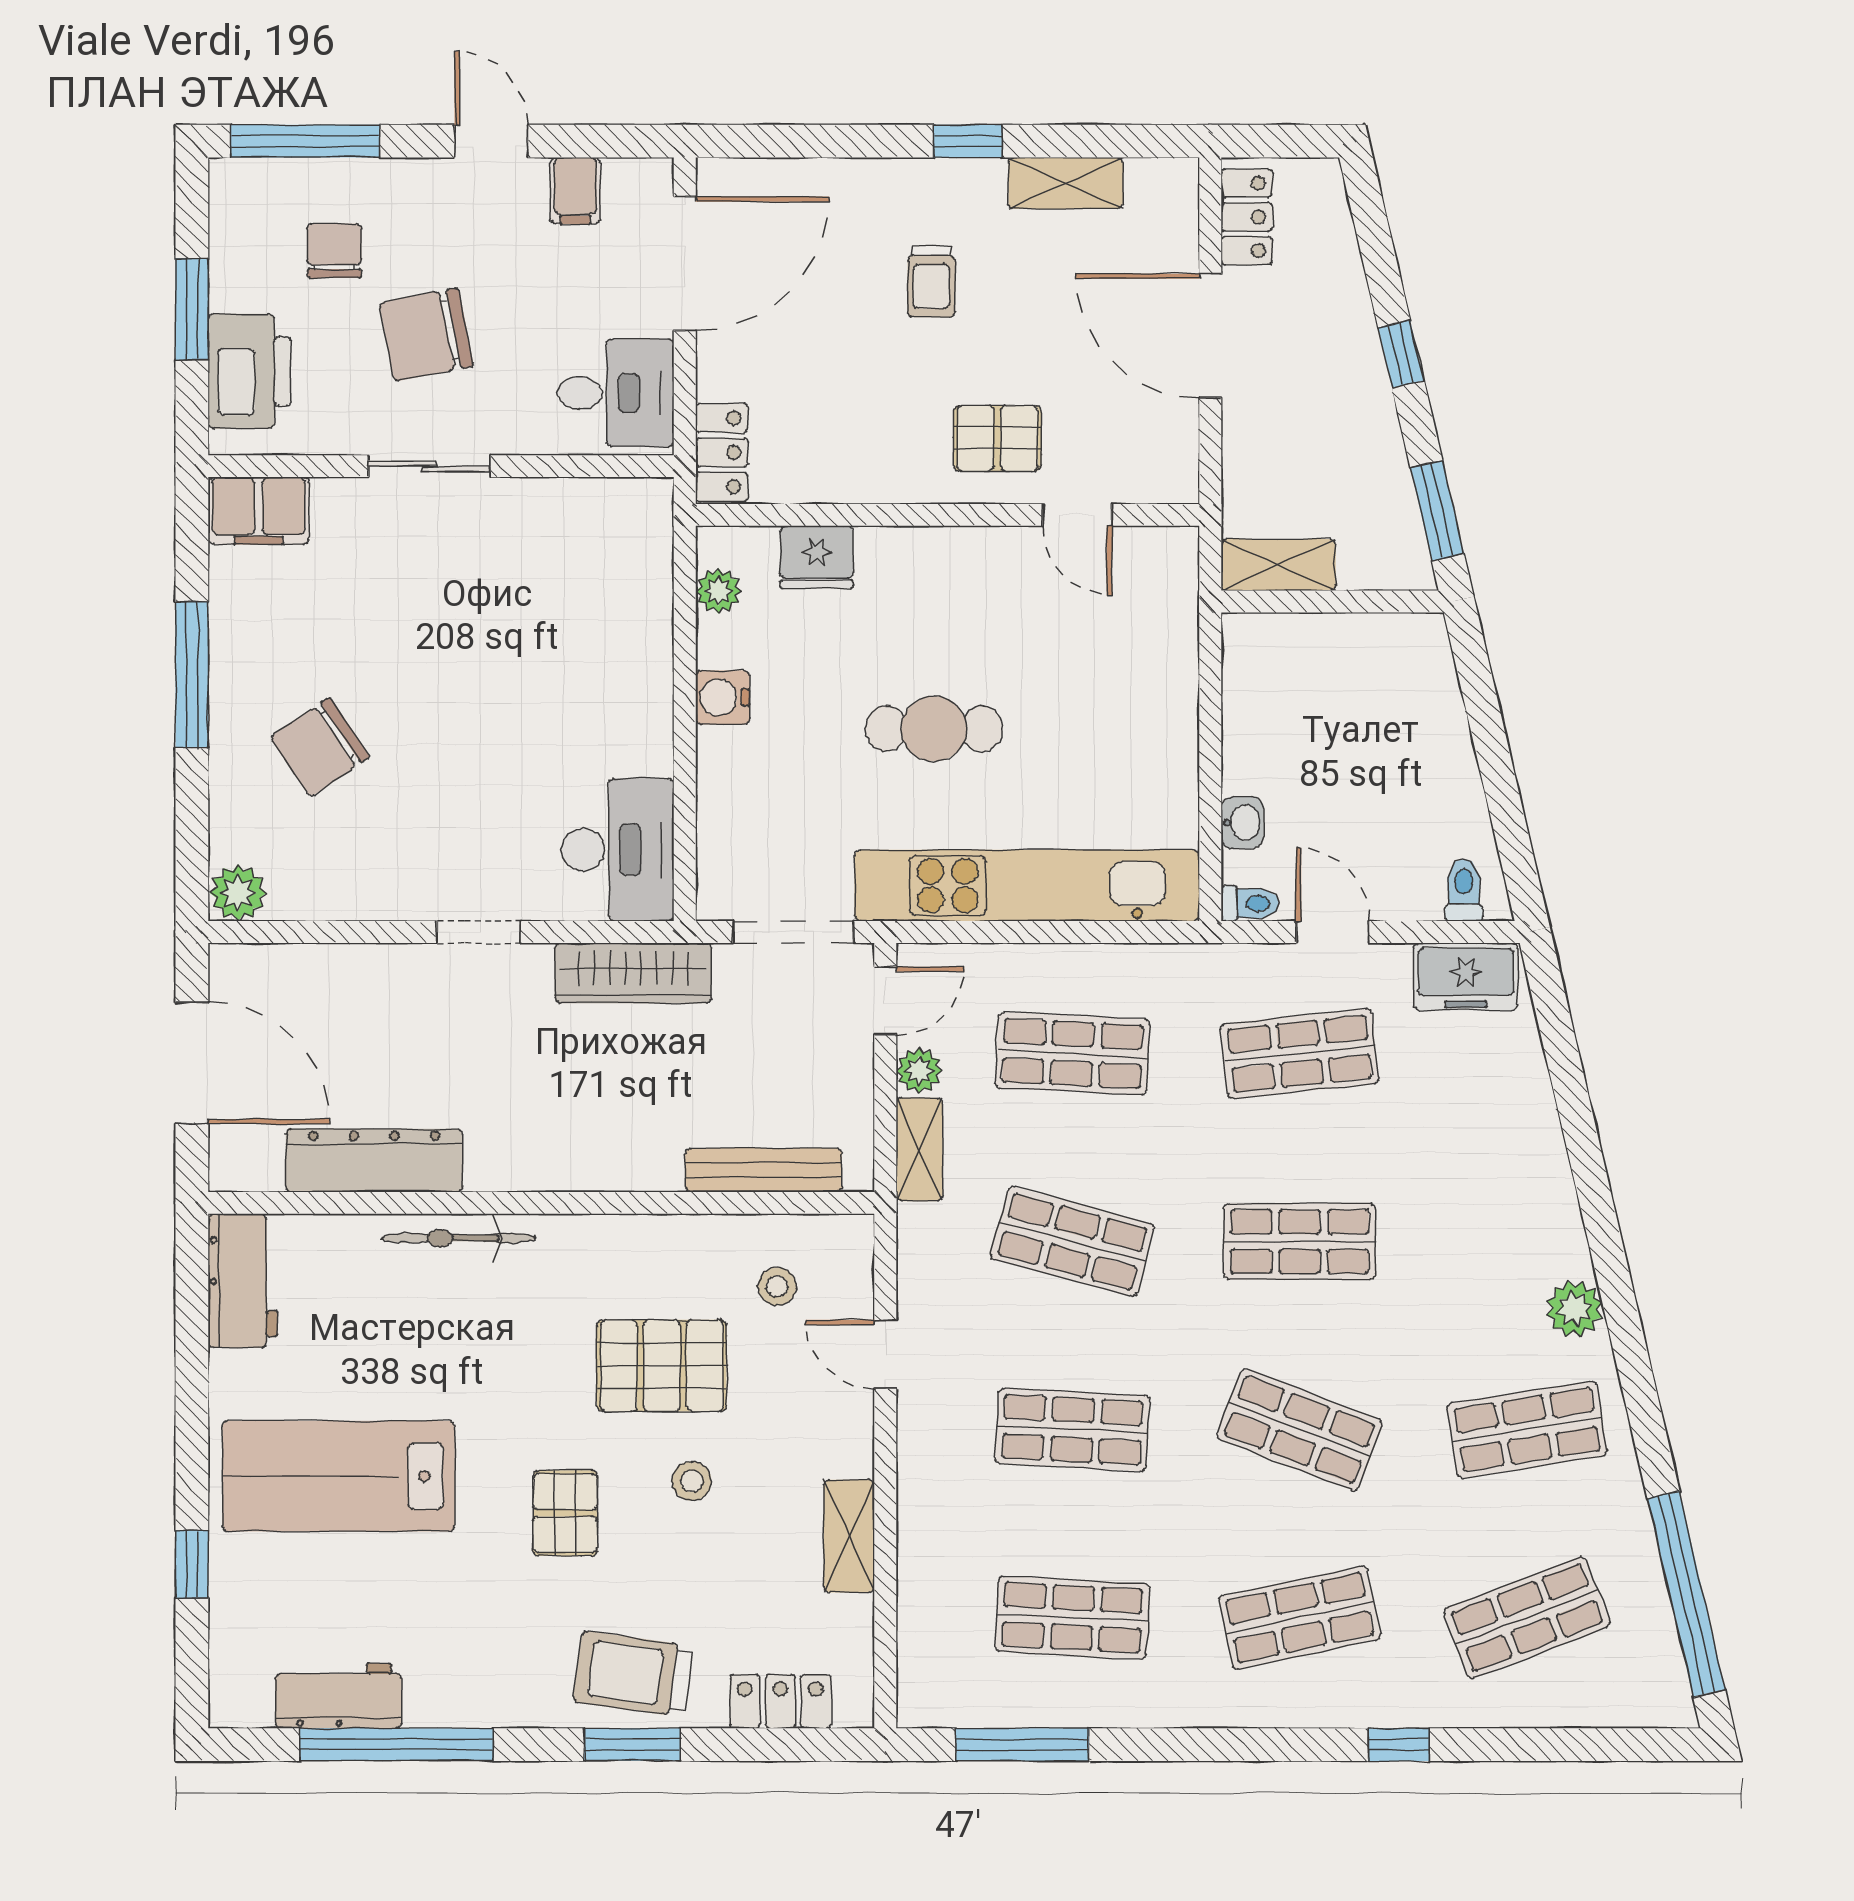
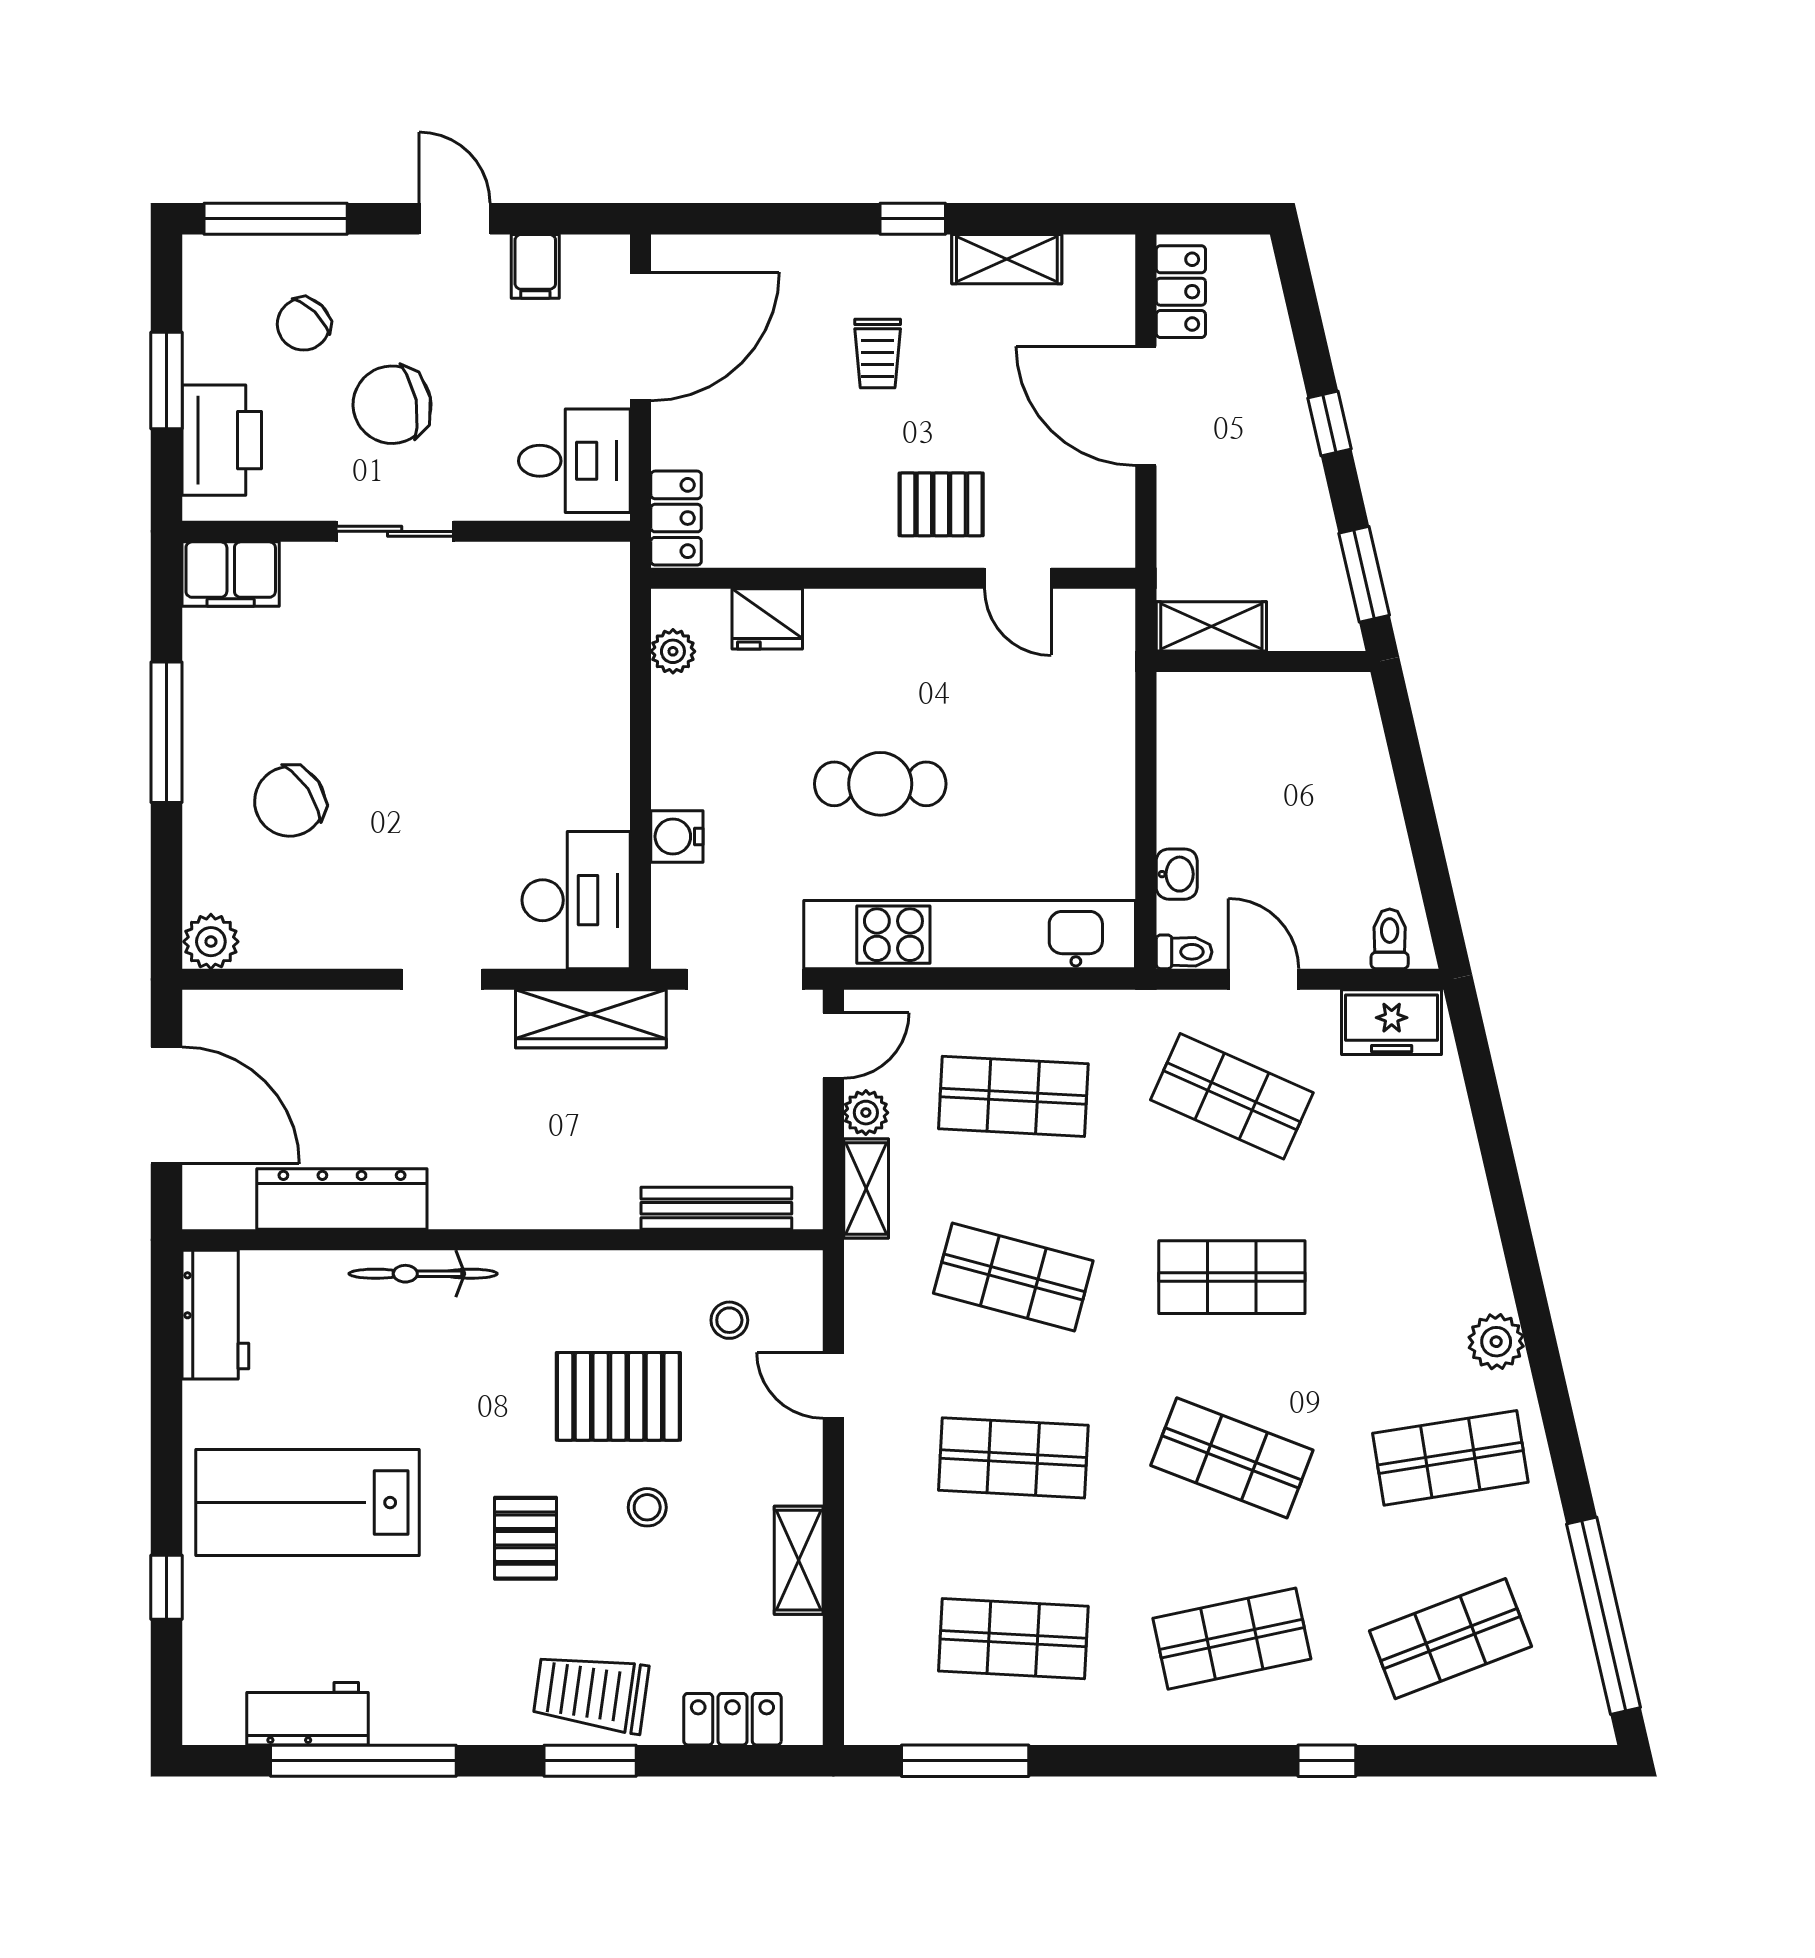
chair: (334, 251) -> (304, 324), turned -136
water cooler: (723, 697) -> (677, 836), moved
shop shelf: (1300, 1054) -> (1232, 1096), turned 30

